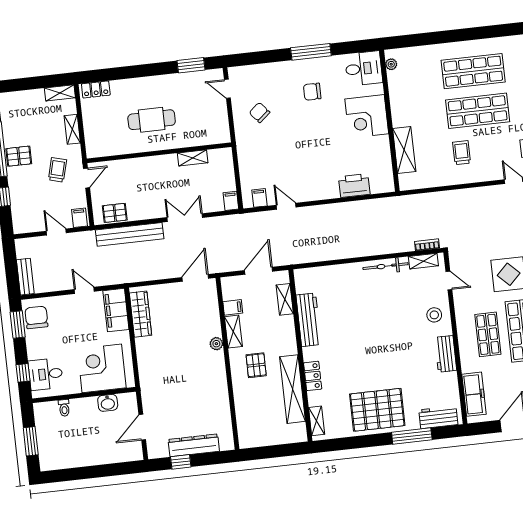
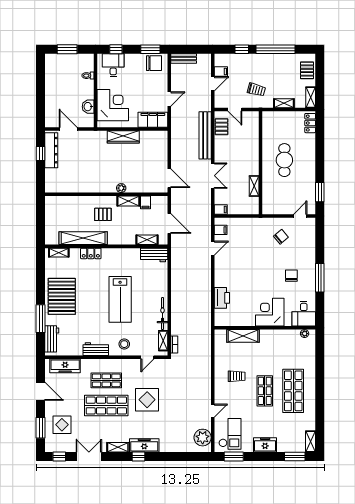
shop shelf: (478, 111) -> (265, 391), width x0.70, depth x0.74
pallet: (19, 156) -> (307, 70), moved
door: (87, 178) -> (235, 110), moved
filing cabinet: (79, 218) -> (221, 71), moved
wardrobe: (141, 314) -> (123, 137), moved
workbench: (309, 320) -> (154, 255), moved, width x0.73
lab bench: (372, 328) -> (120, 299), added
dresser: (194, 445) -> (51, 150), moved

